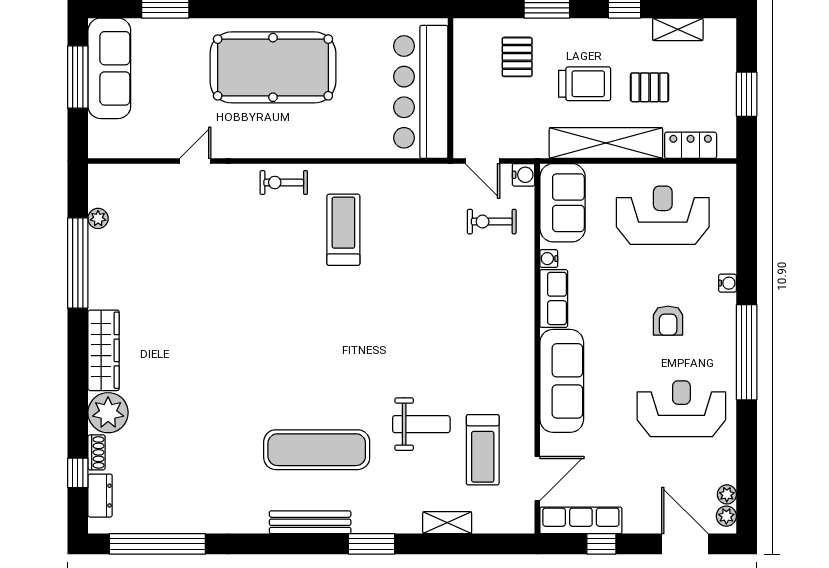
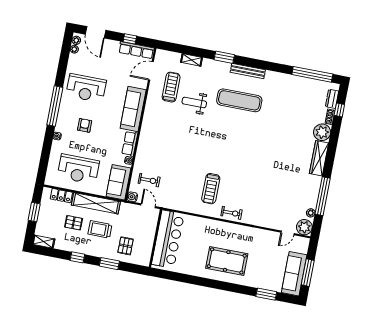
shelving: (678, 29) -> (44, 242), moved
pool table: (273, 67) -> (227, 261), width x0.73, depth x0.76
door: (195, 161) -> (288, 233), moved
plant: (107, 182) -> (304, 227), added

